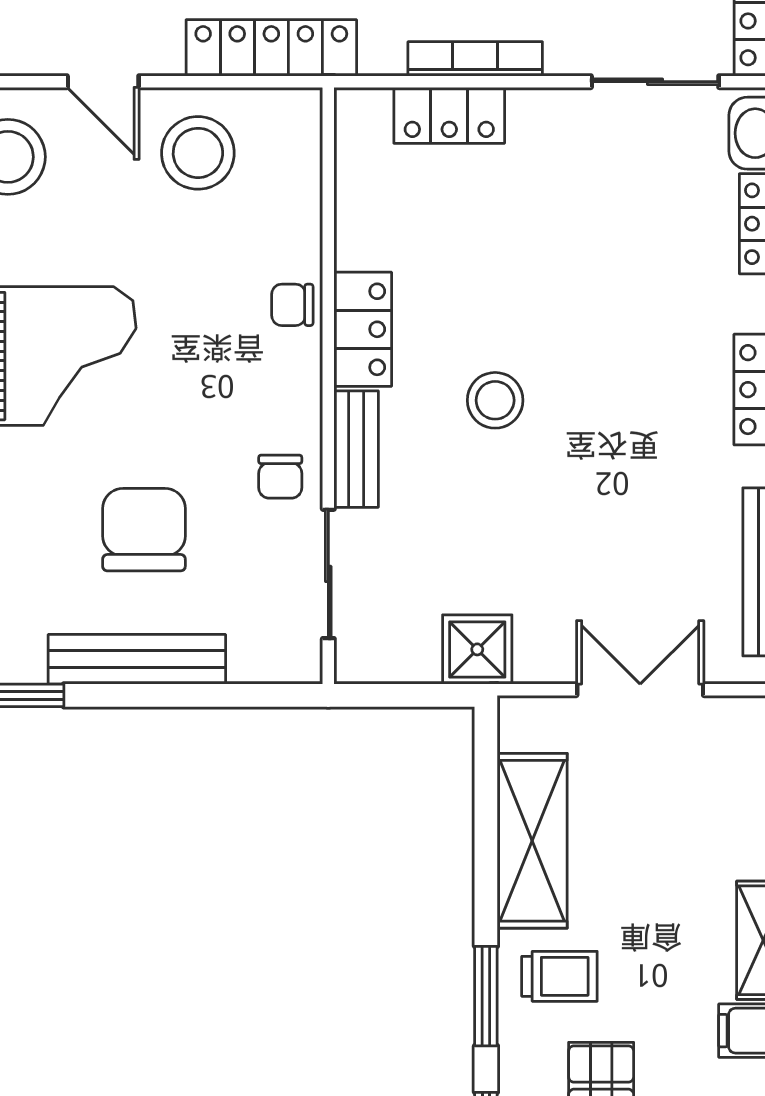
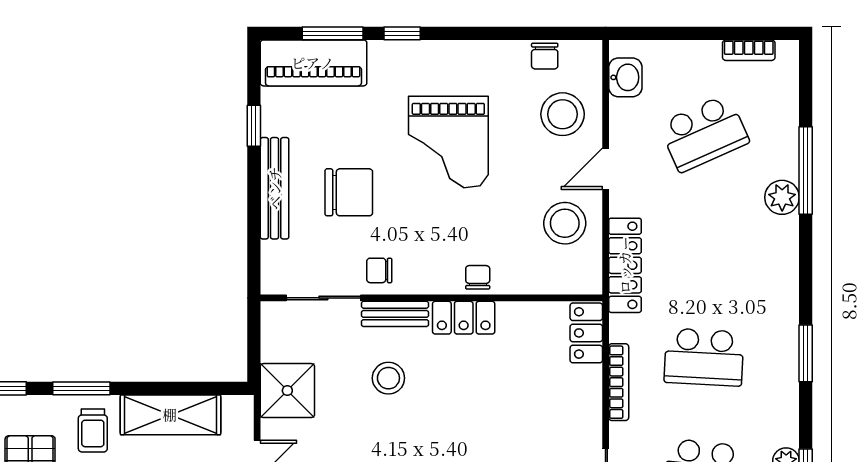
locker: (449, 115) -> (586, 333), moved
stool: (495, 400) -> (388, 378), moved
shower: (477, 649) -> (287, 391), width x1.36, depth x1.36

